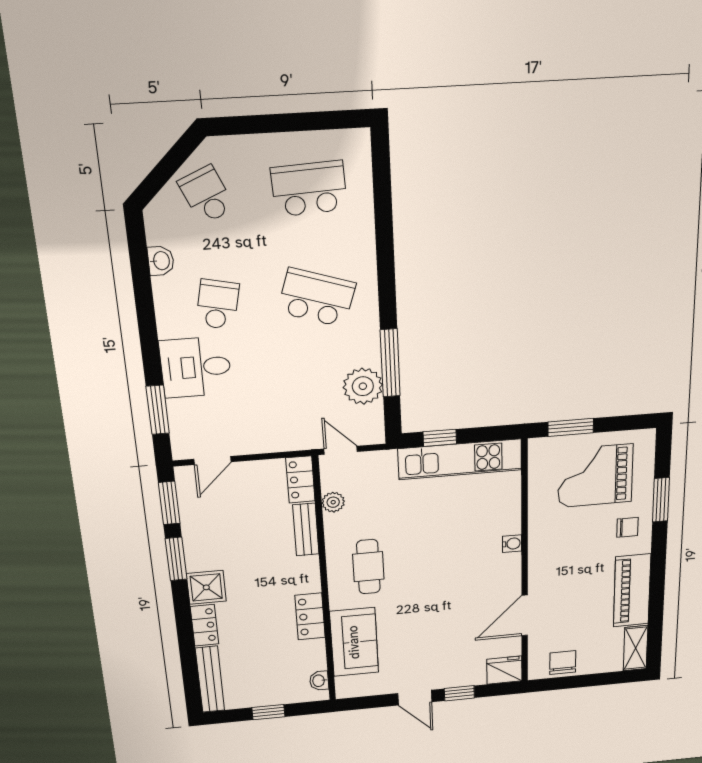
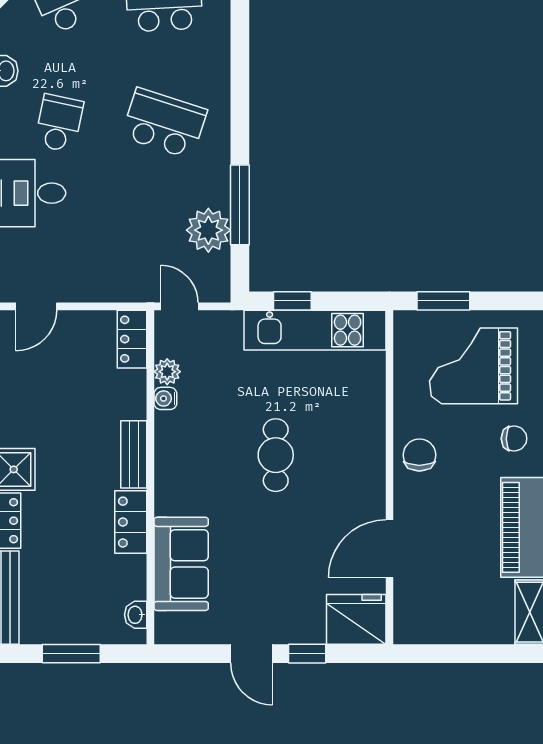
bench: (306, 530) -> (134, 454), moved
water cooler: (512, 544) -> (165, 398), moved, turned 180
cafe table: (368, 567) -> (276, 455), moved
chair: (563, 662) -> (419, 455), moved
fridge: (504, 670) -> (356, 619), width x1.36, depth x1.34
window: (268, 712) -> (71, 654), width x1.50

